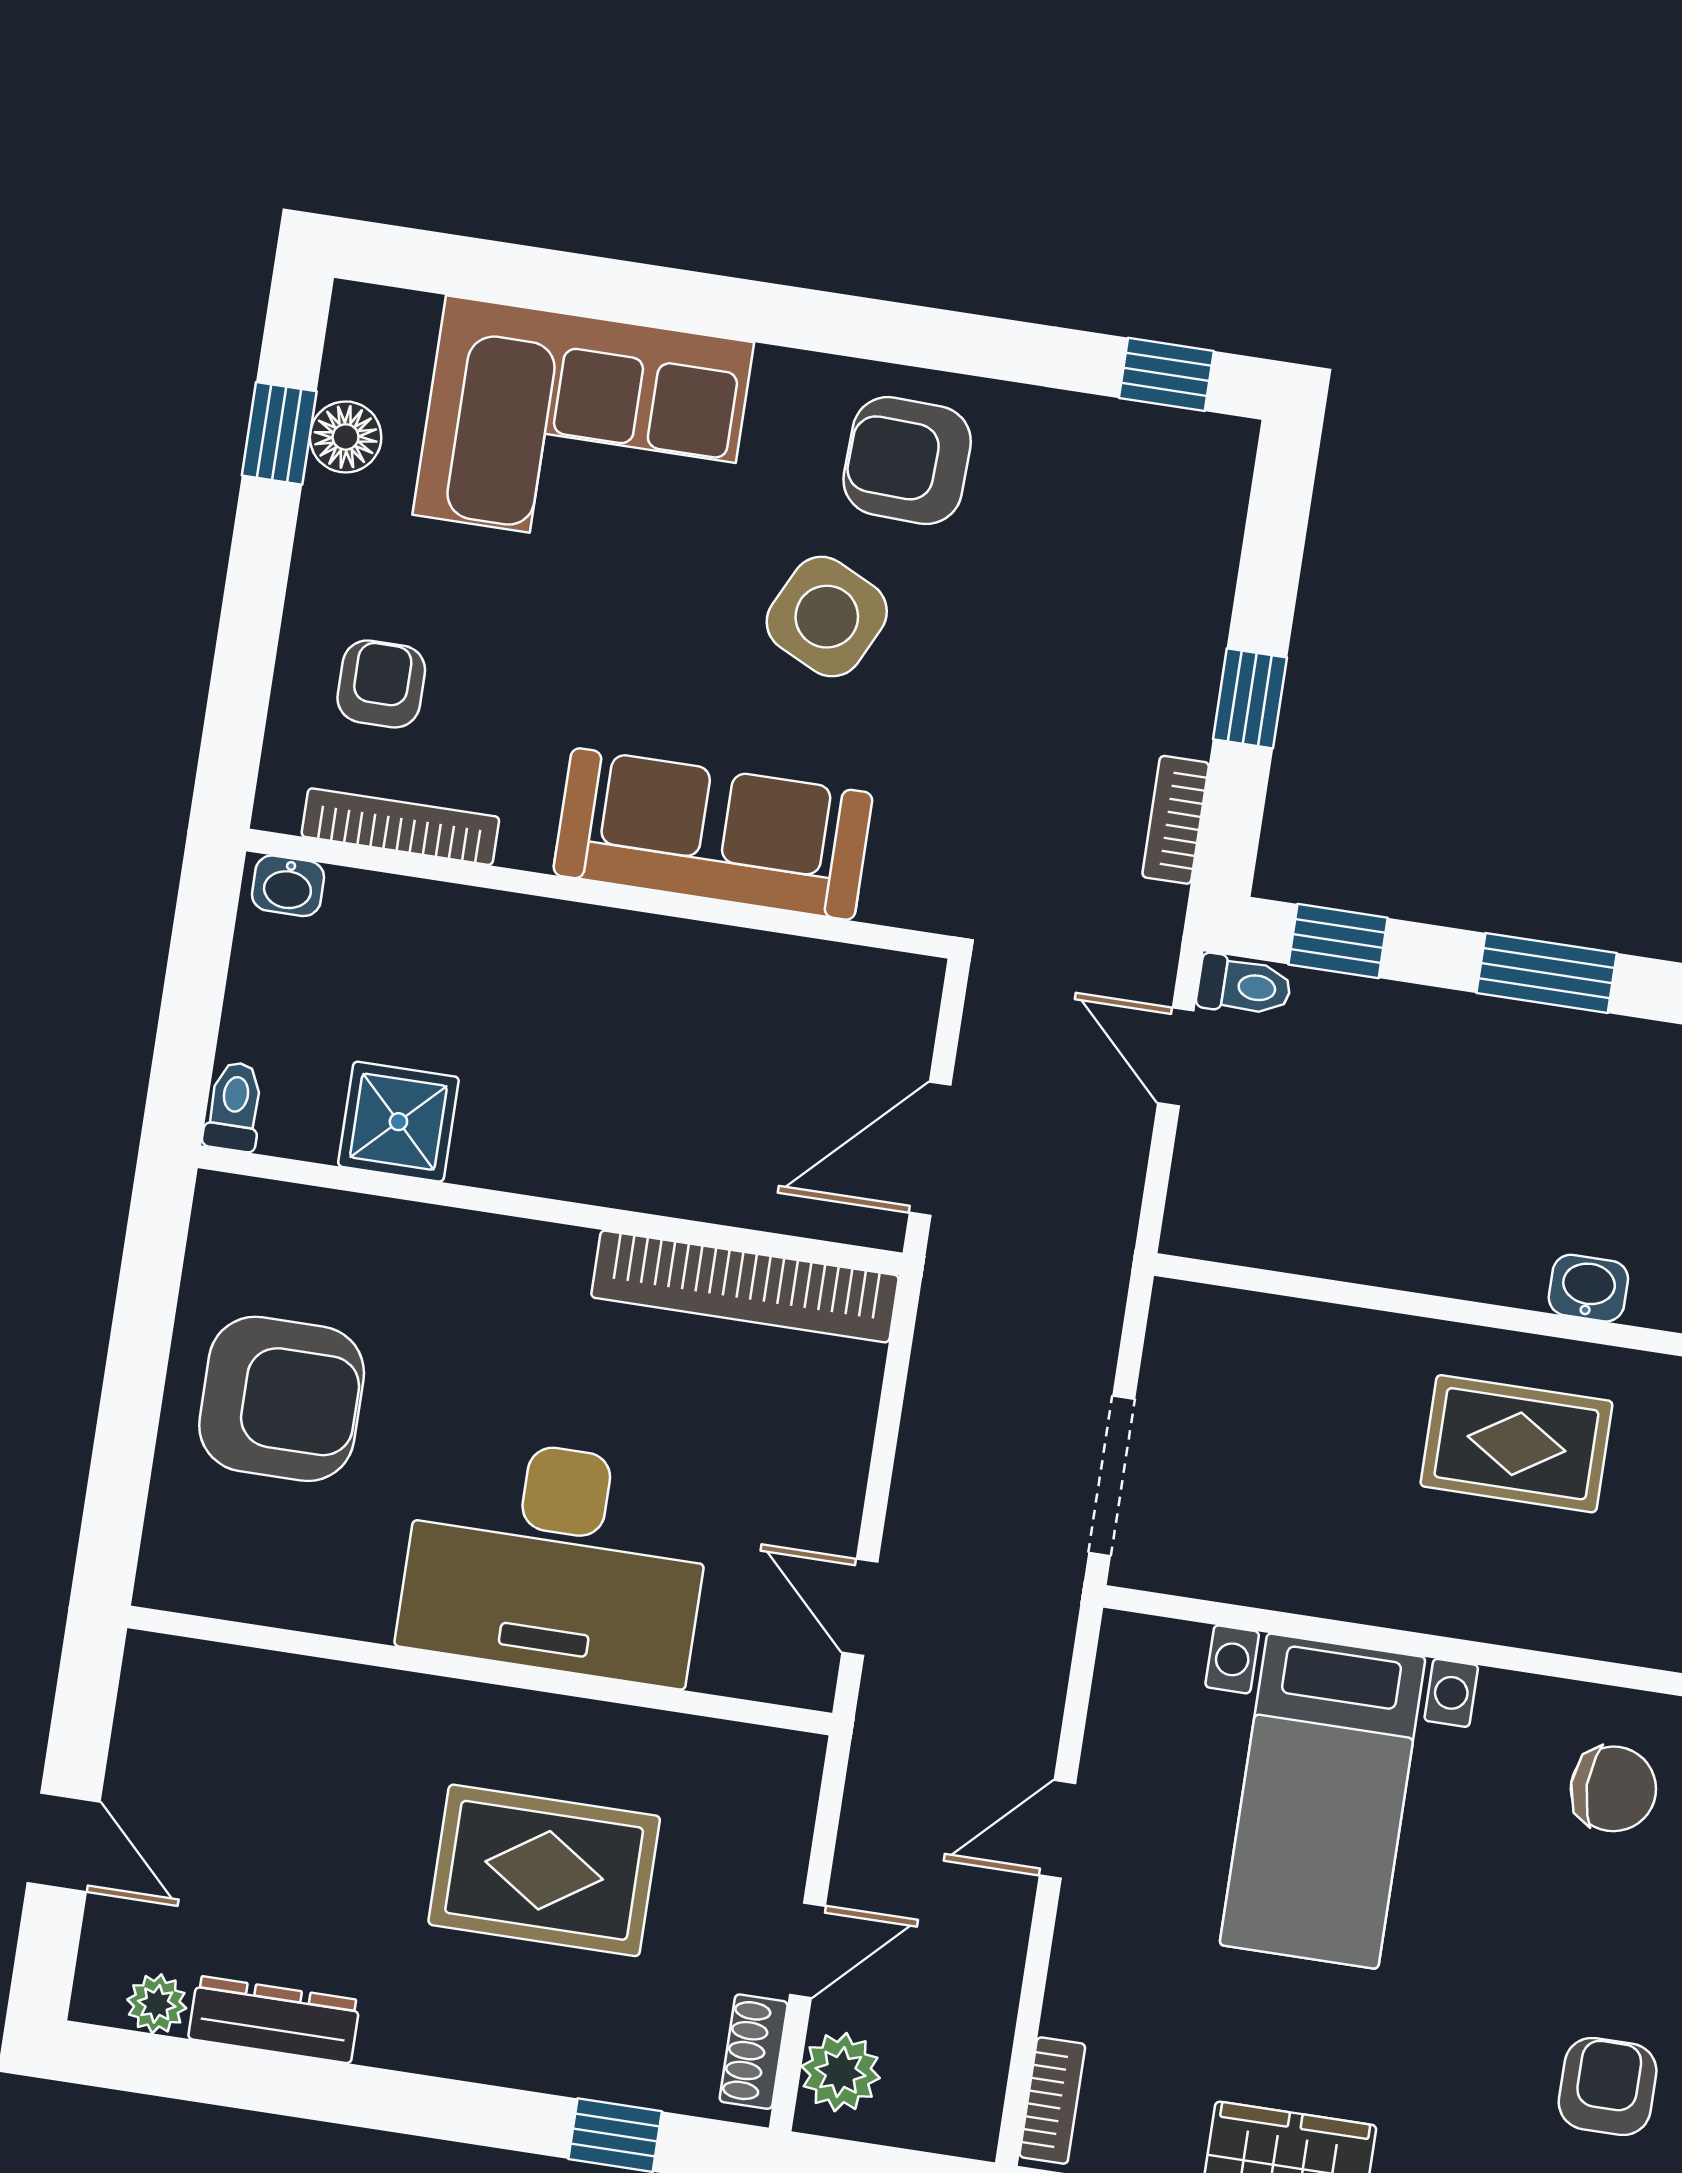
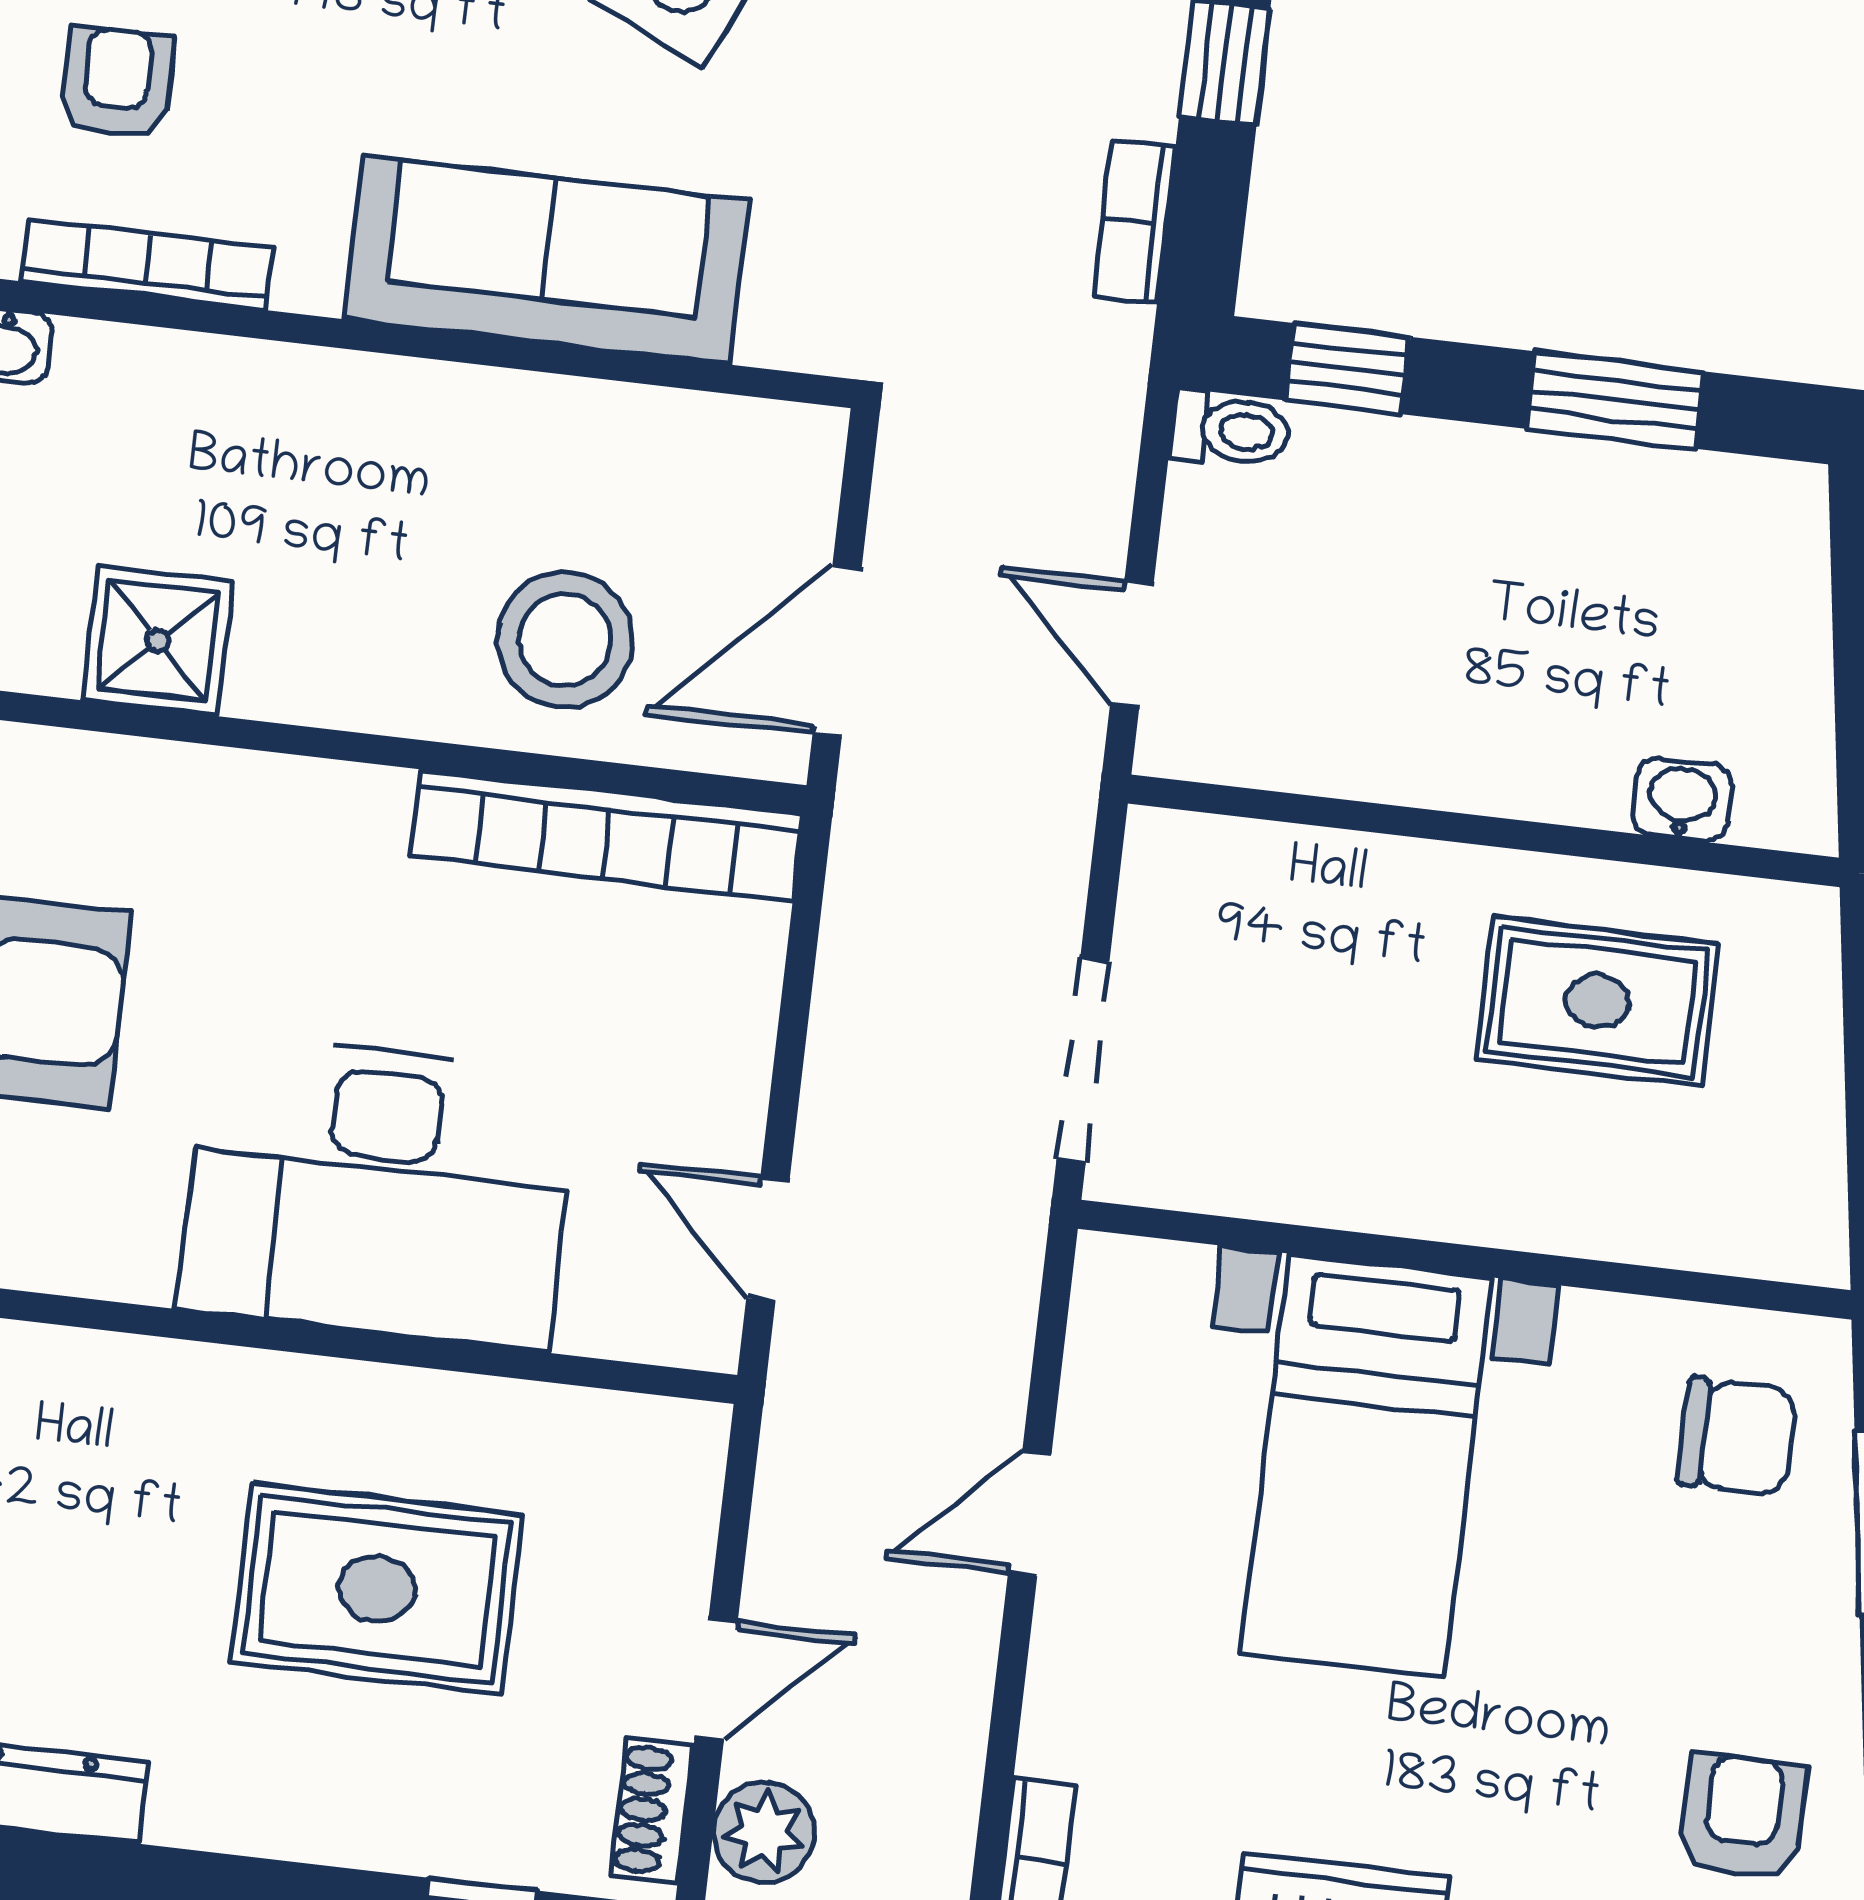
door: (1176, 1057) -> (1132, 645), moved
stool: (717, 1132) -> (565, 640), added

